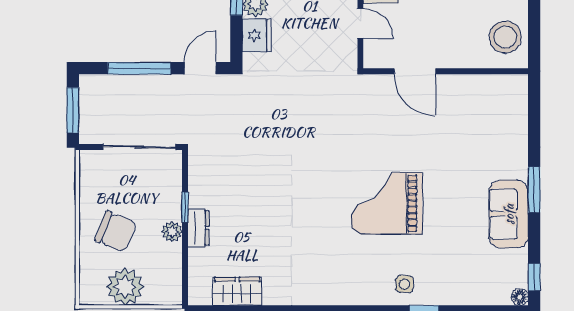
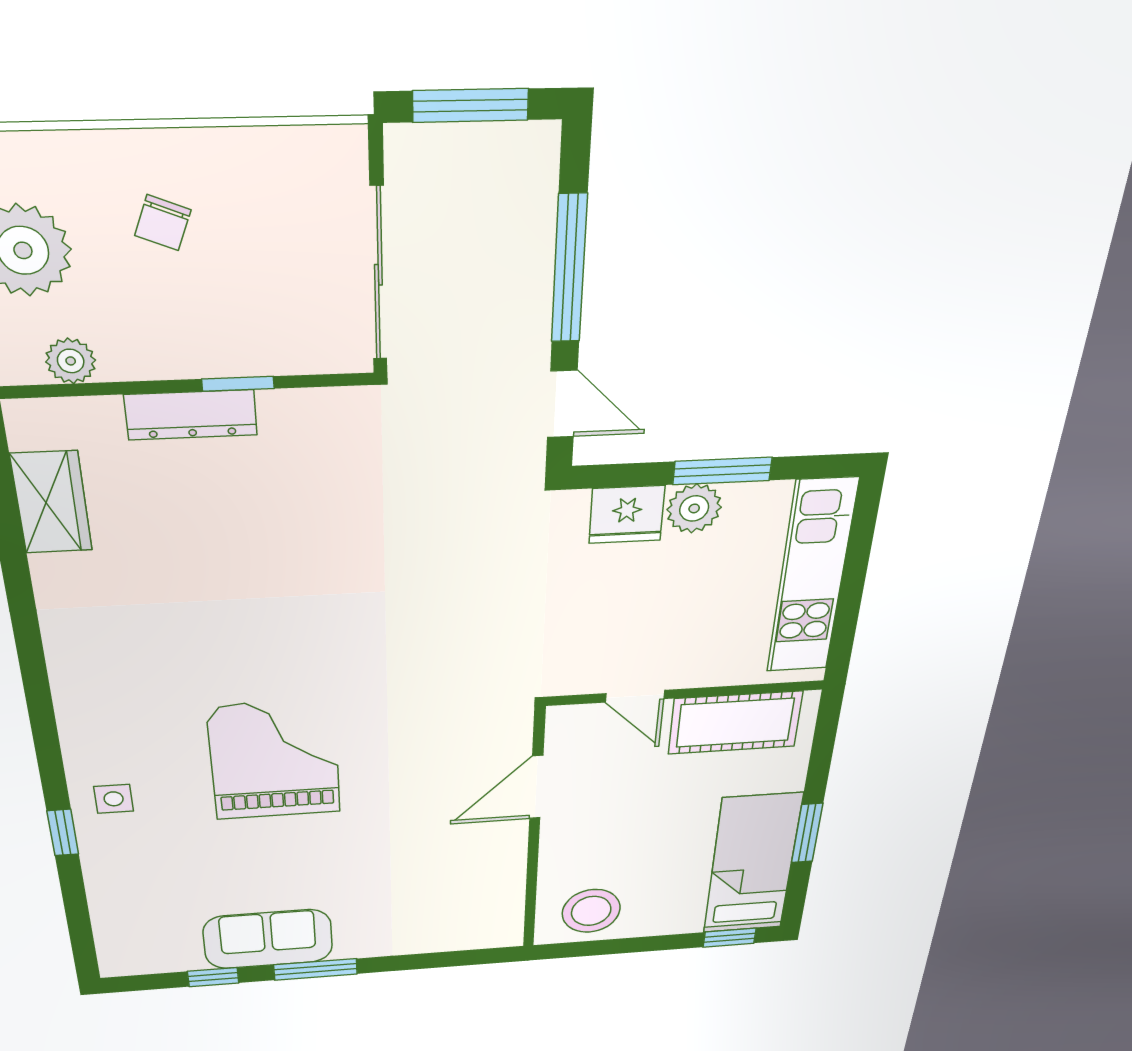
door: (360, 24) -> (635, 696), hinge flipped
dresser: (198, 228) -> (191, 415), width x1.44
chair: (115, 232) -> (163, 223), width x0.54, depth x0.54
plant: (172, 232) -> (71, 361), moved
window: (534, 277) -> (213, 977), moved
floor lamp: (520, 297) -> (114, 966), removed

